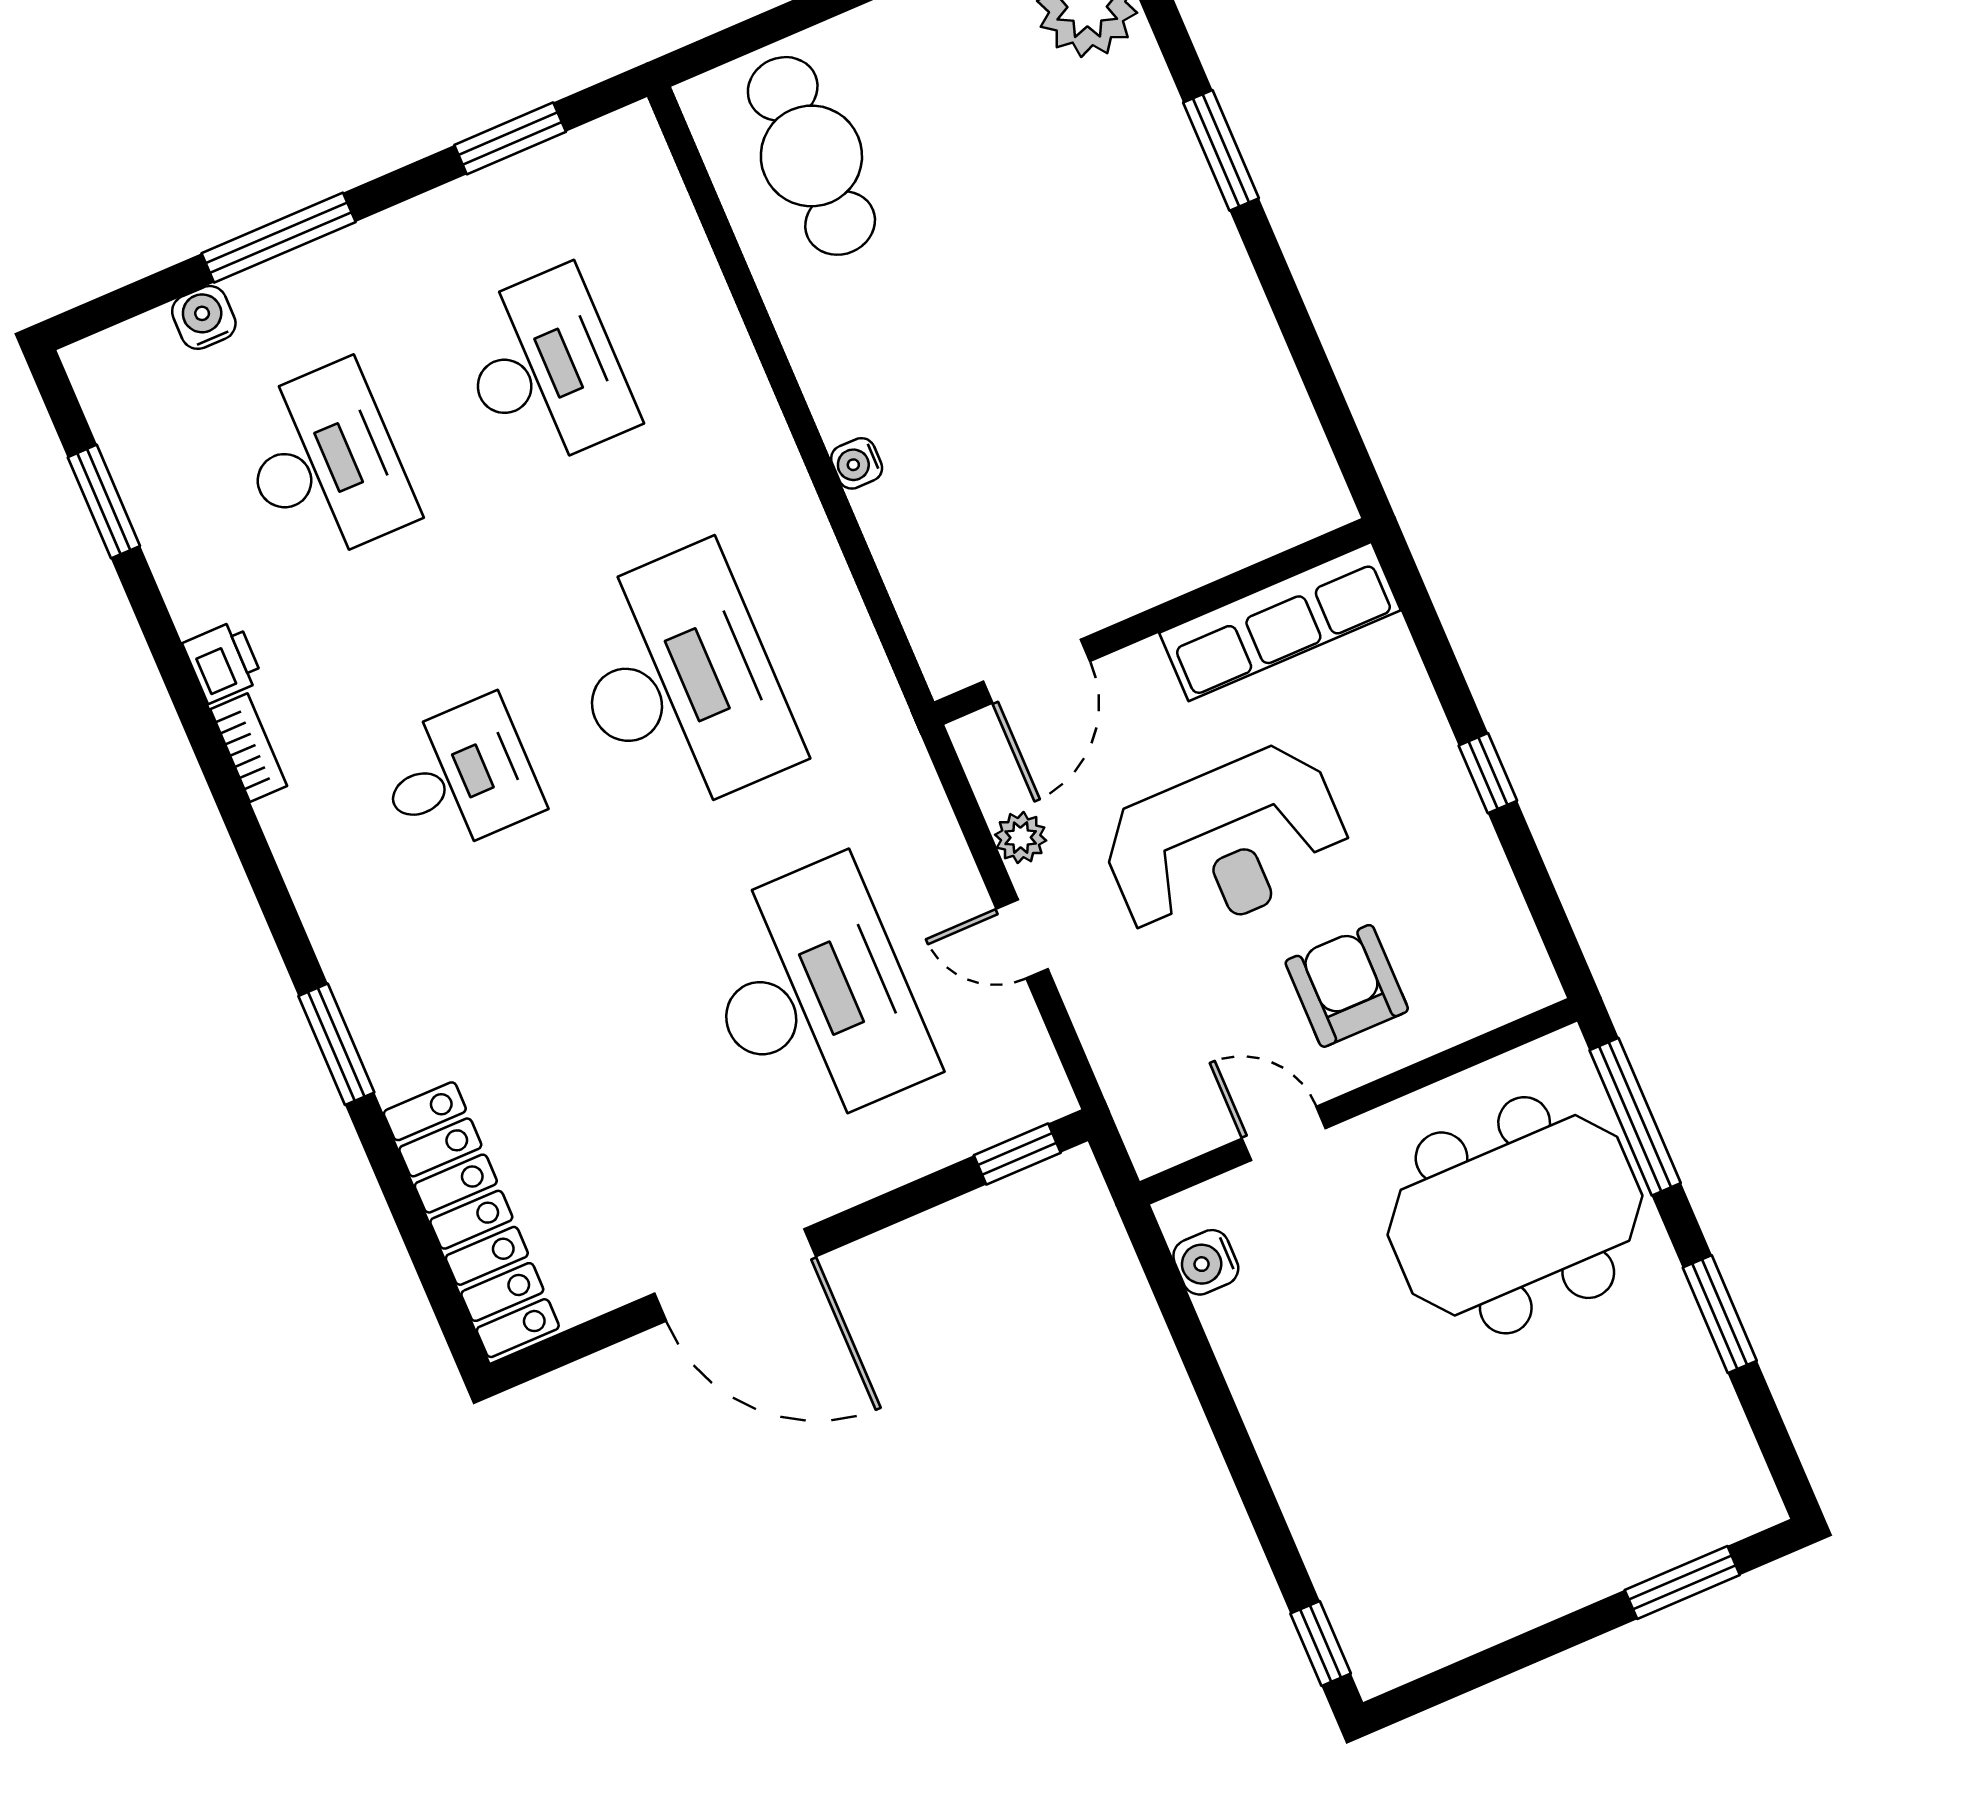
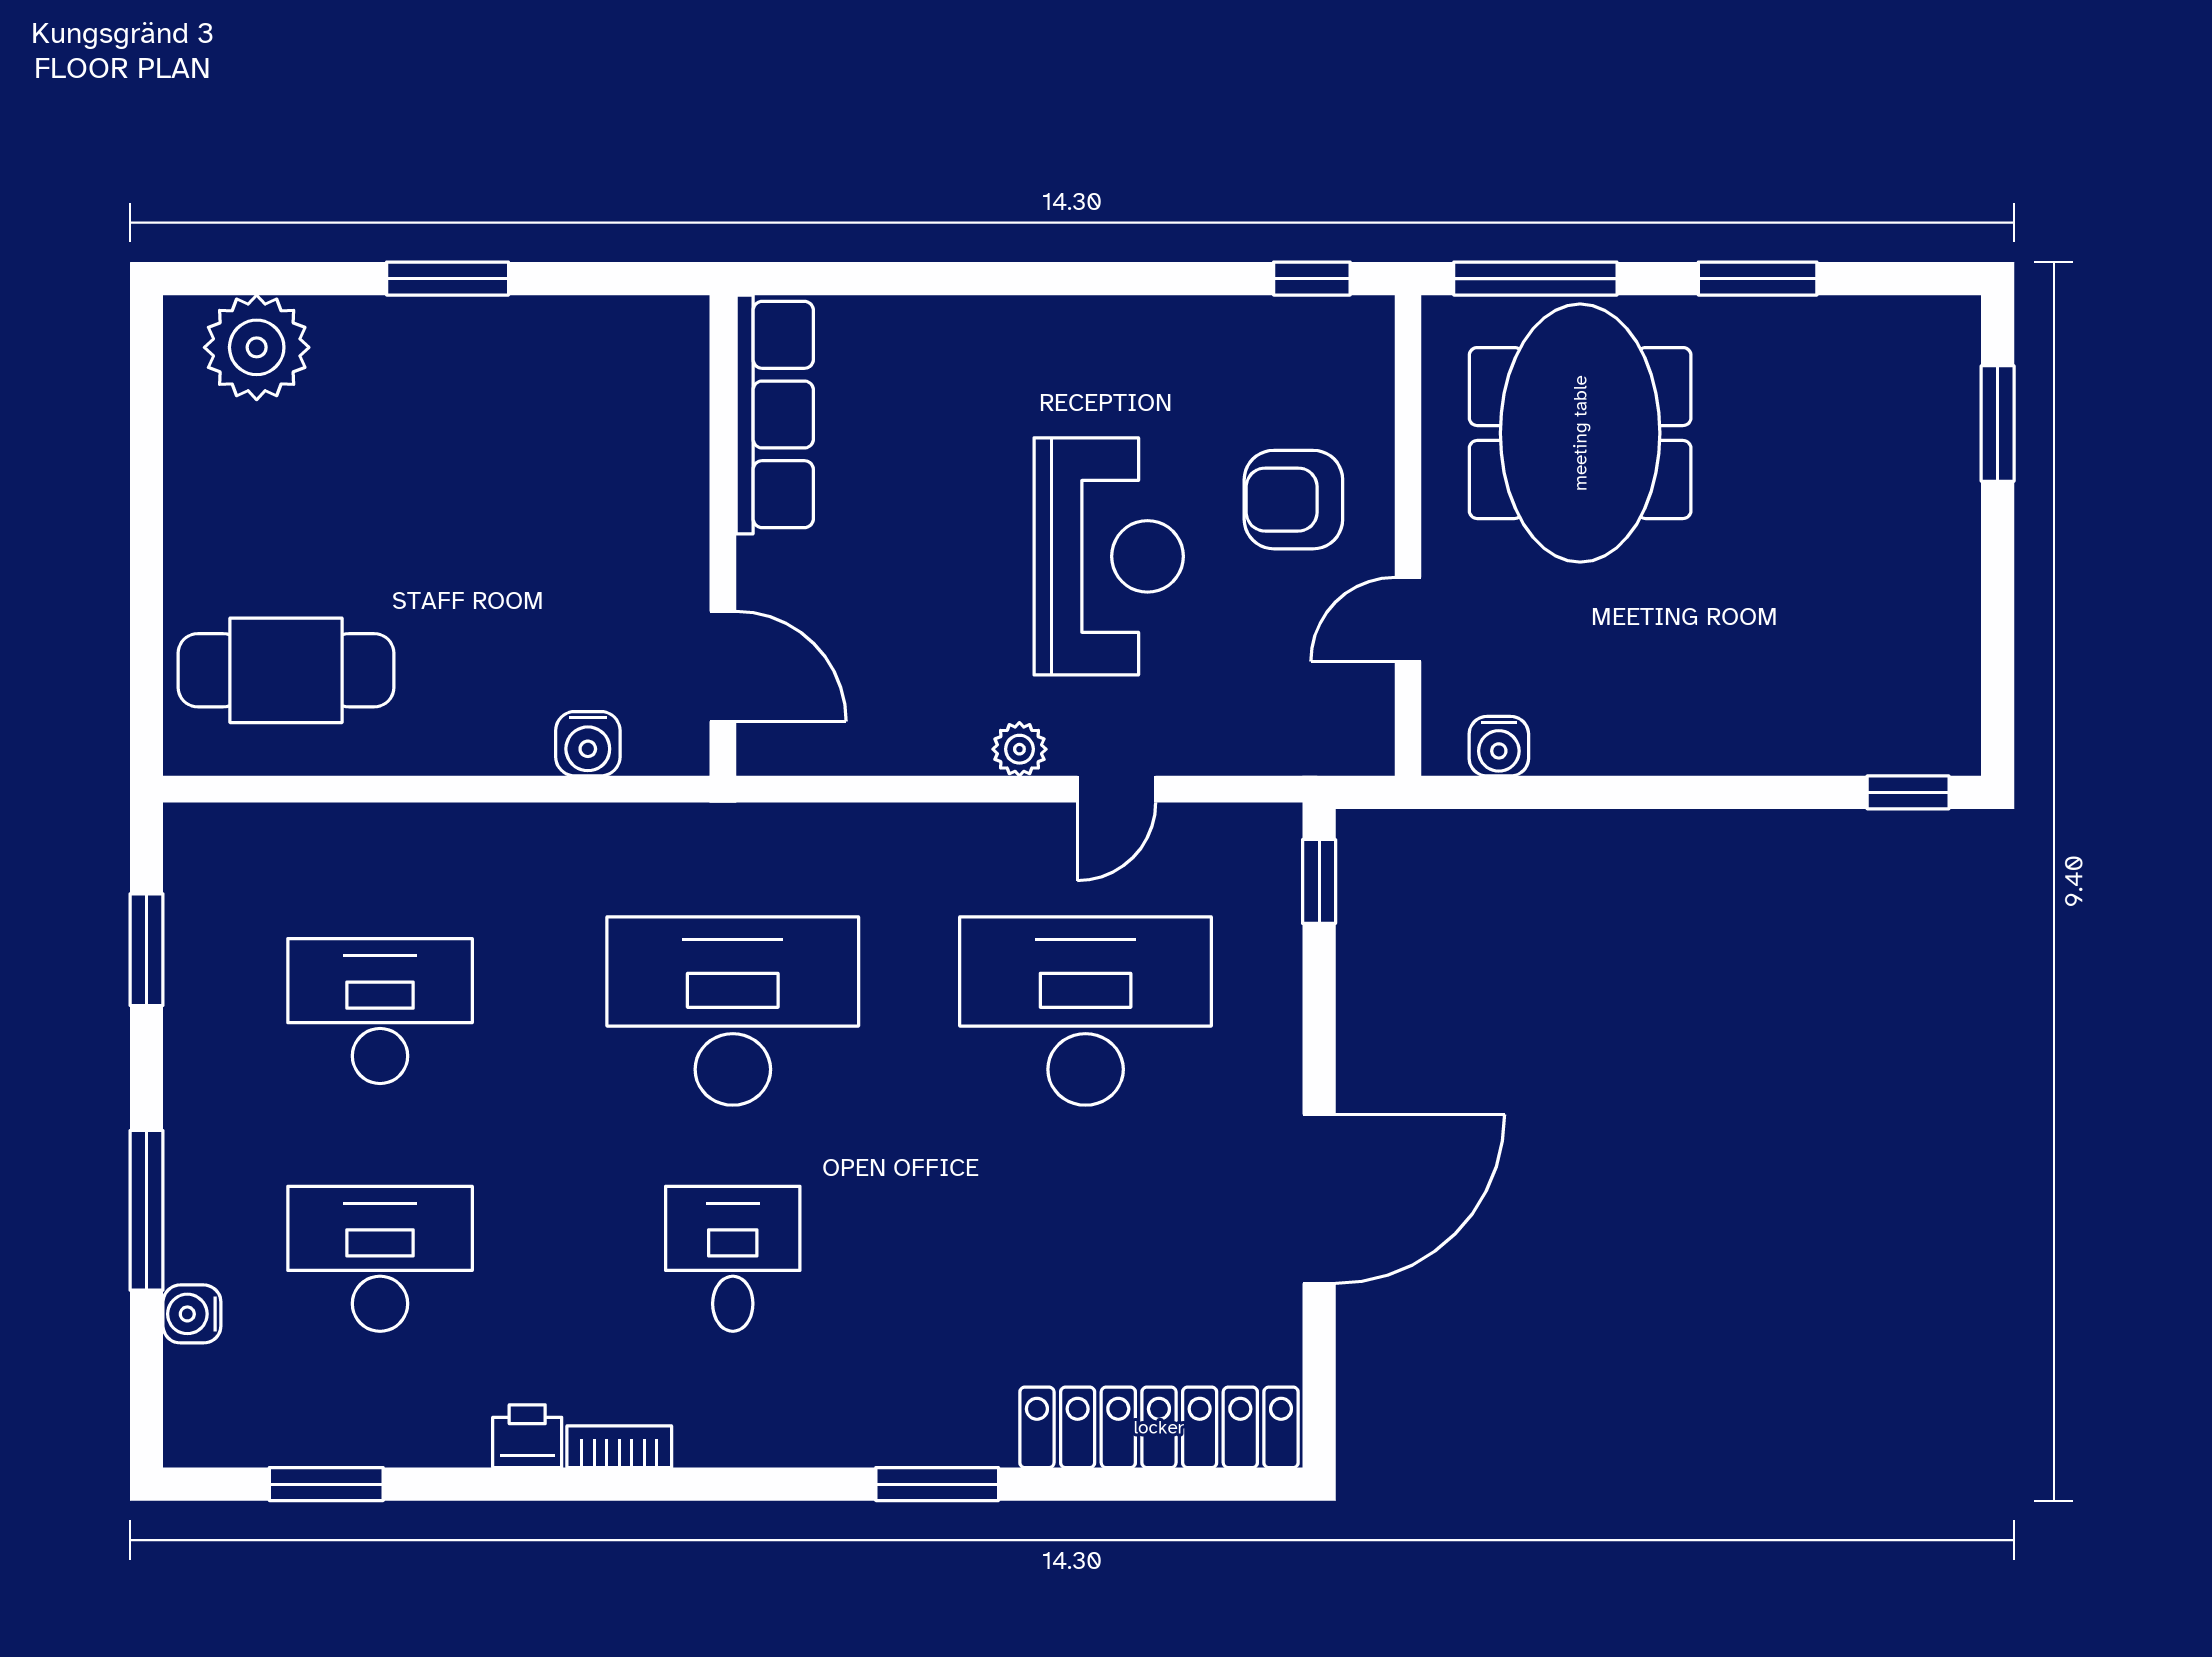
water cooler: (857, 463) -> (588, 744), width x1.38, depth x1.38
wall: (1153, 621) -> (723, 535), moved
row of seats: (1280, 621) -> (775, 415), moved
door: (1036, 671) -> (723, 666), moved
window: (1488, 773) -> (1312, 279), moved

